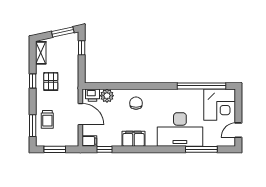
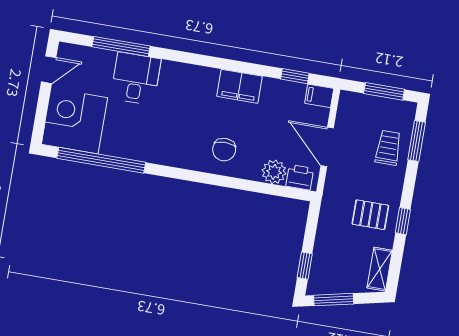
pallet: (51, 81) -> (370, 215), turned 90
desk: (180, 129) -> (136, 79), width x0.53, depth x0.77

